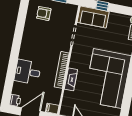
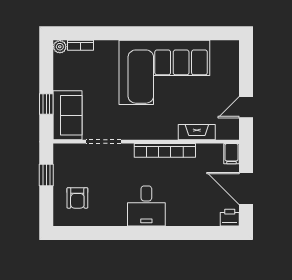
desk: (28, 72) -> (146, 206), moved
fireplace: (71, 79) -> (197, 132), moved

